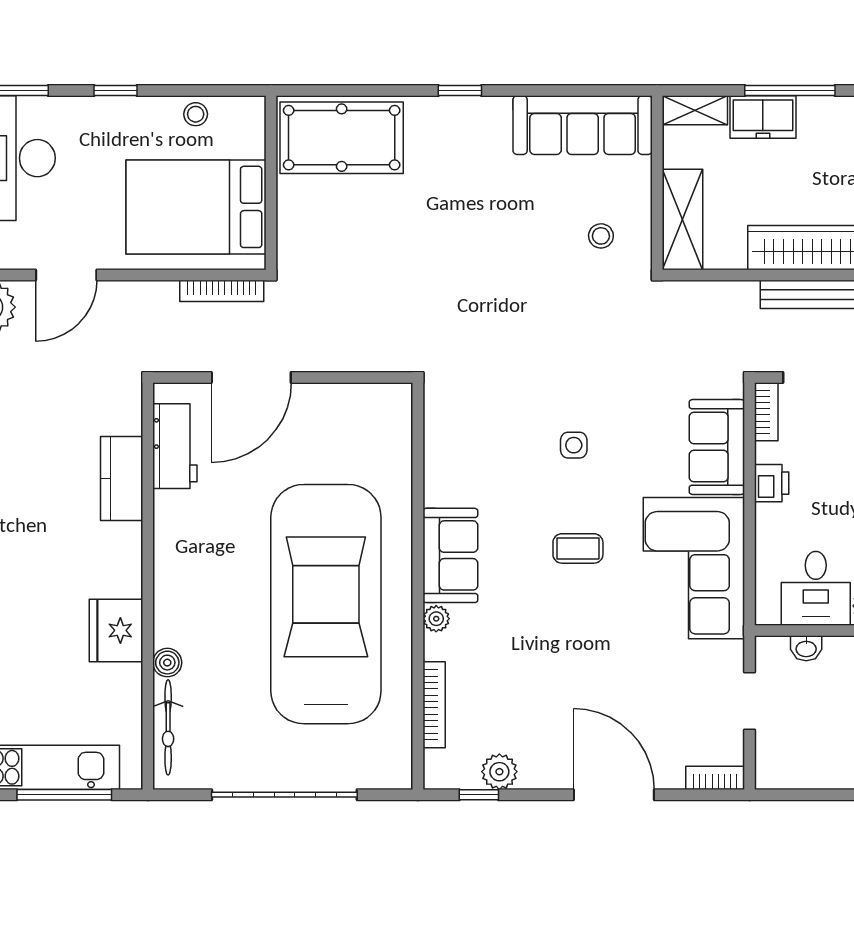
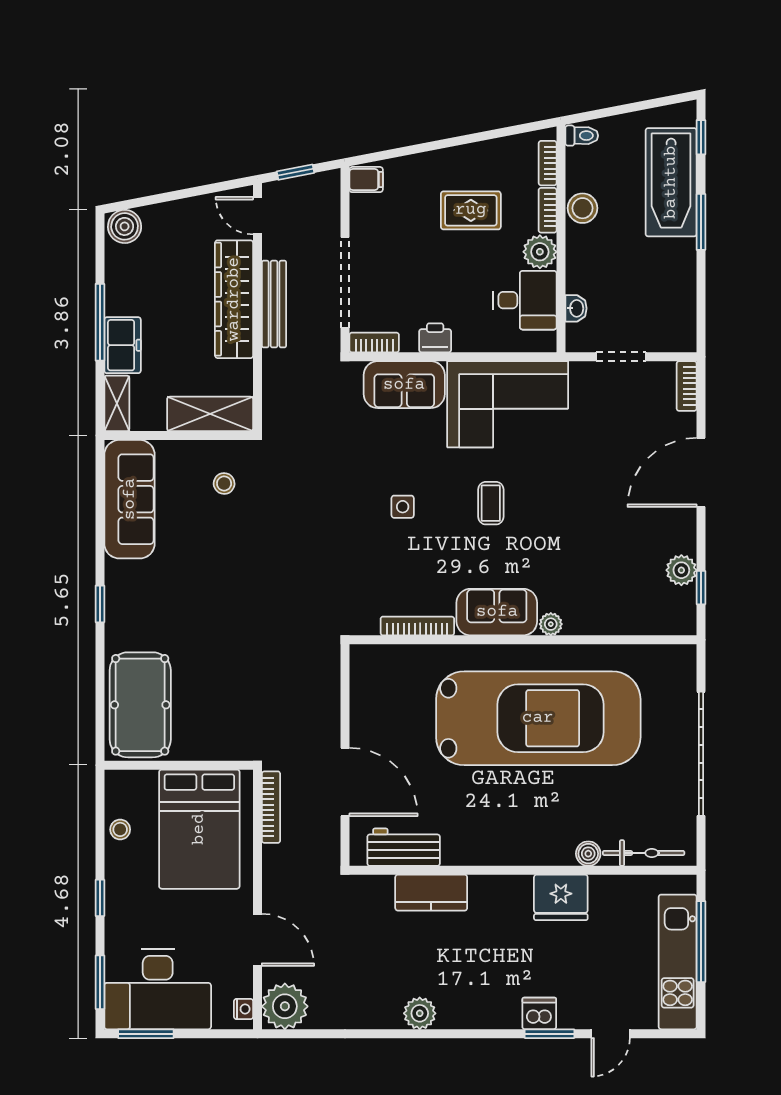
car: (326, 604) -> (538, 718), turned 180
bookcase: (434, 705) -> (417, 626), moved

